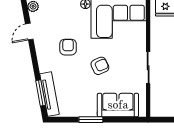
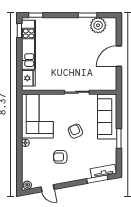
tv unit: (50, 94) -> (103, 171), width x0.71
sofa: (118, 105) -> (107, 117), width x1.36

